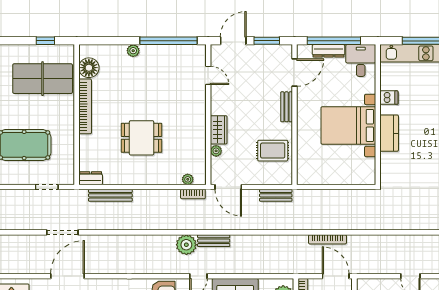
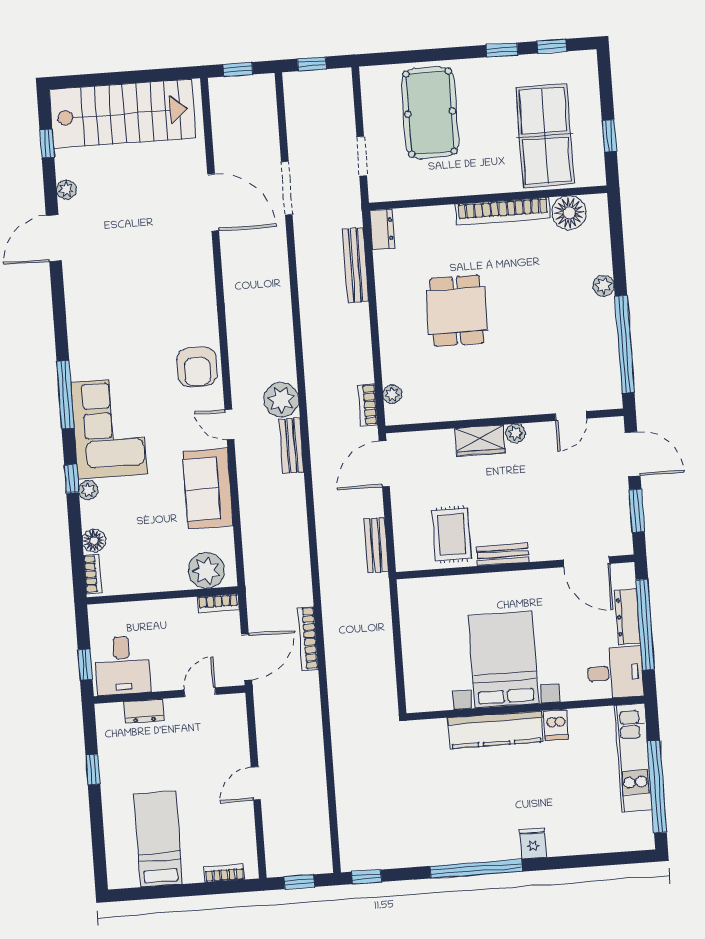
bench: (287, 107) -> (503, 554), moved
kitchen counter: (389, 133) -> (496, 730), width x1.50
plant: (216, 151) -> (515, 433), moved

